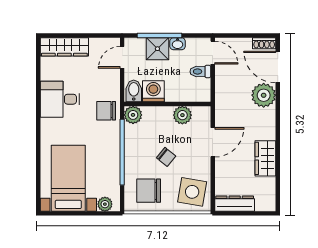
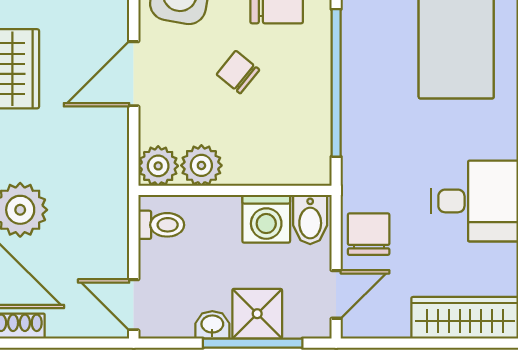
toilet: (200, 72) -> (161, 225), moved
chair: (106, 111) -> (369, 234), moved, turned -90
plant: (133, 115) -> (158, 166), moved
door: (213, 142) -> (134, 74), moved

